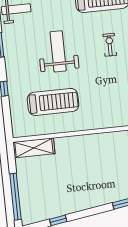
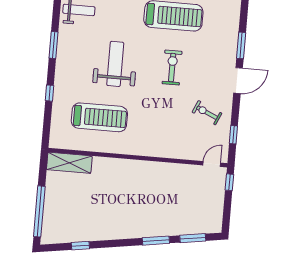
exercise bike: (110, 45) -> (172, 68), width x1.38, depth x1.39

